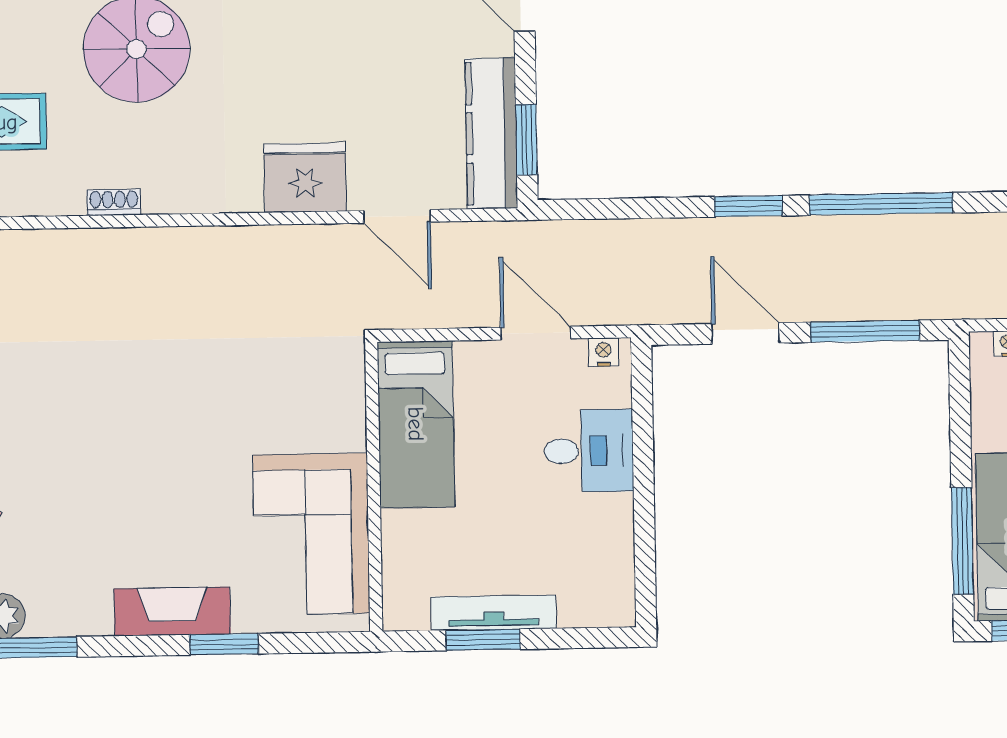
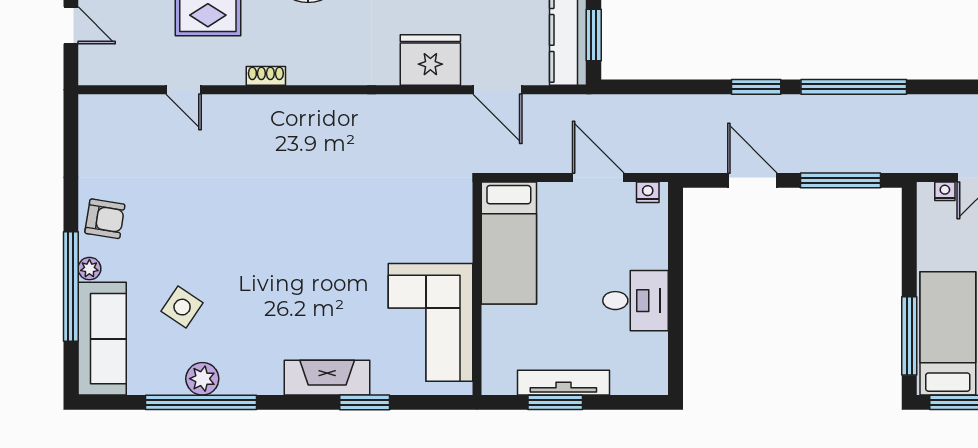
shoe rack: (114, 202) -> (266, 76), moved
desk: (589, 451) -> (636, 301), moved

